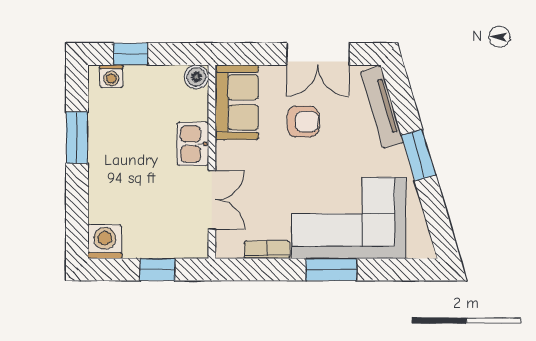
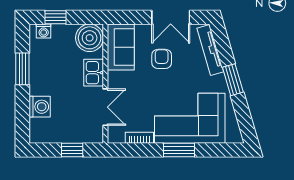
boiler: (196, 77) -> (90, 38), width x1.86, depth x1.86
armchair: (303, 122) -> (162, 59), turned -90
washing machine: (105, 242) -> (40, 107), moved, turned 90

